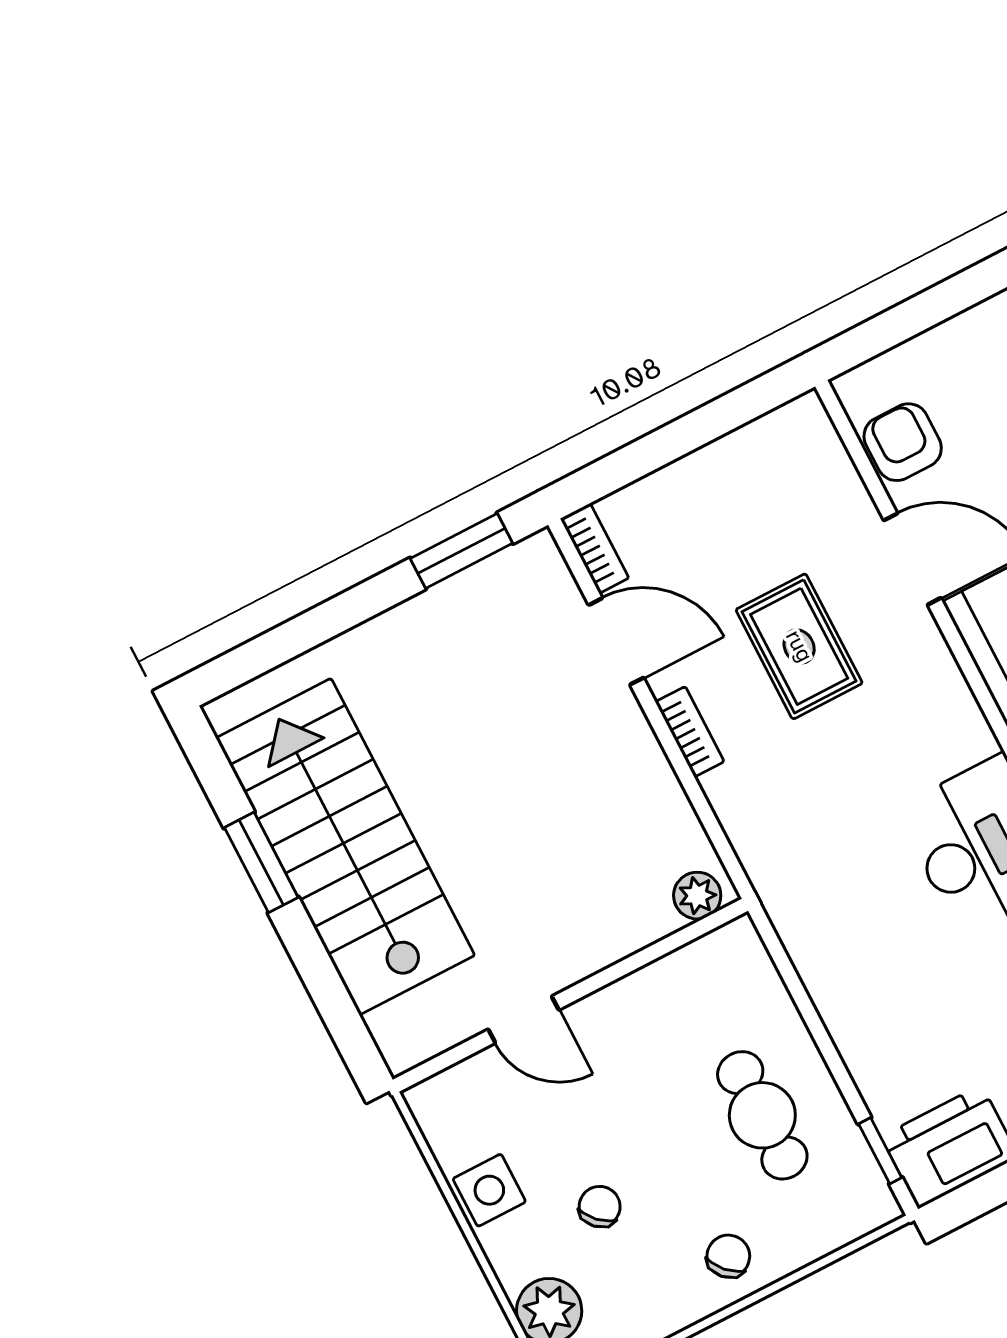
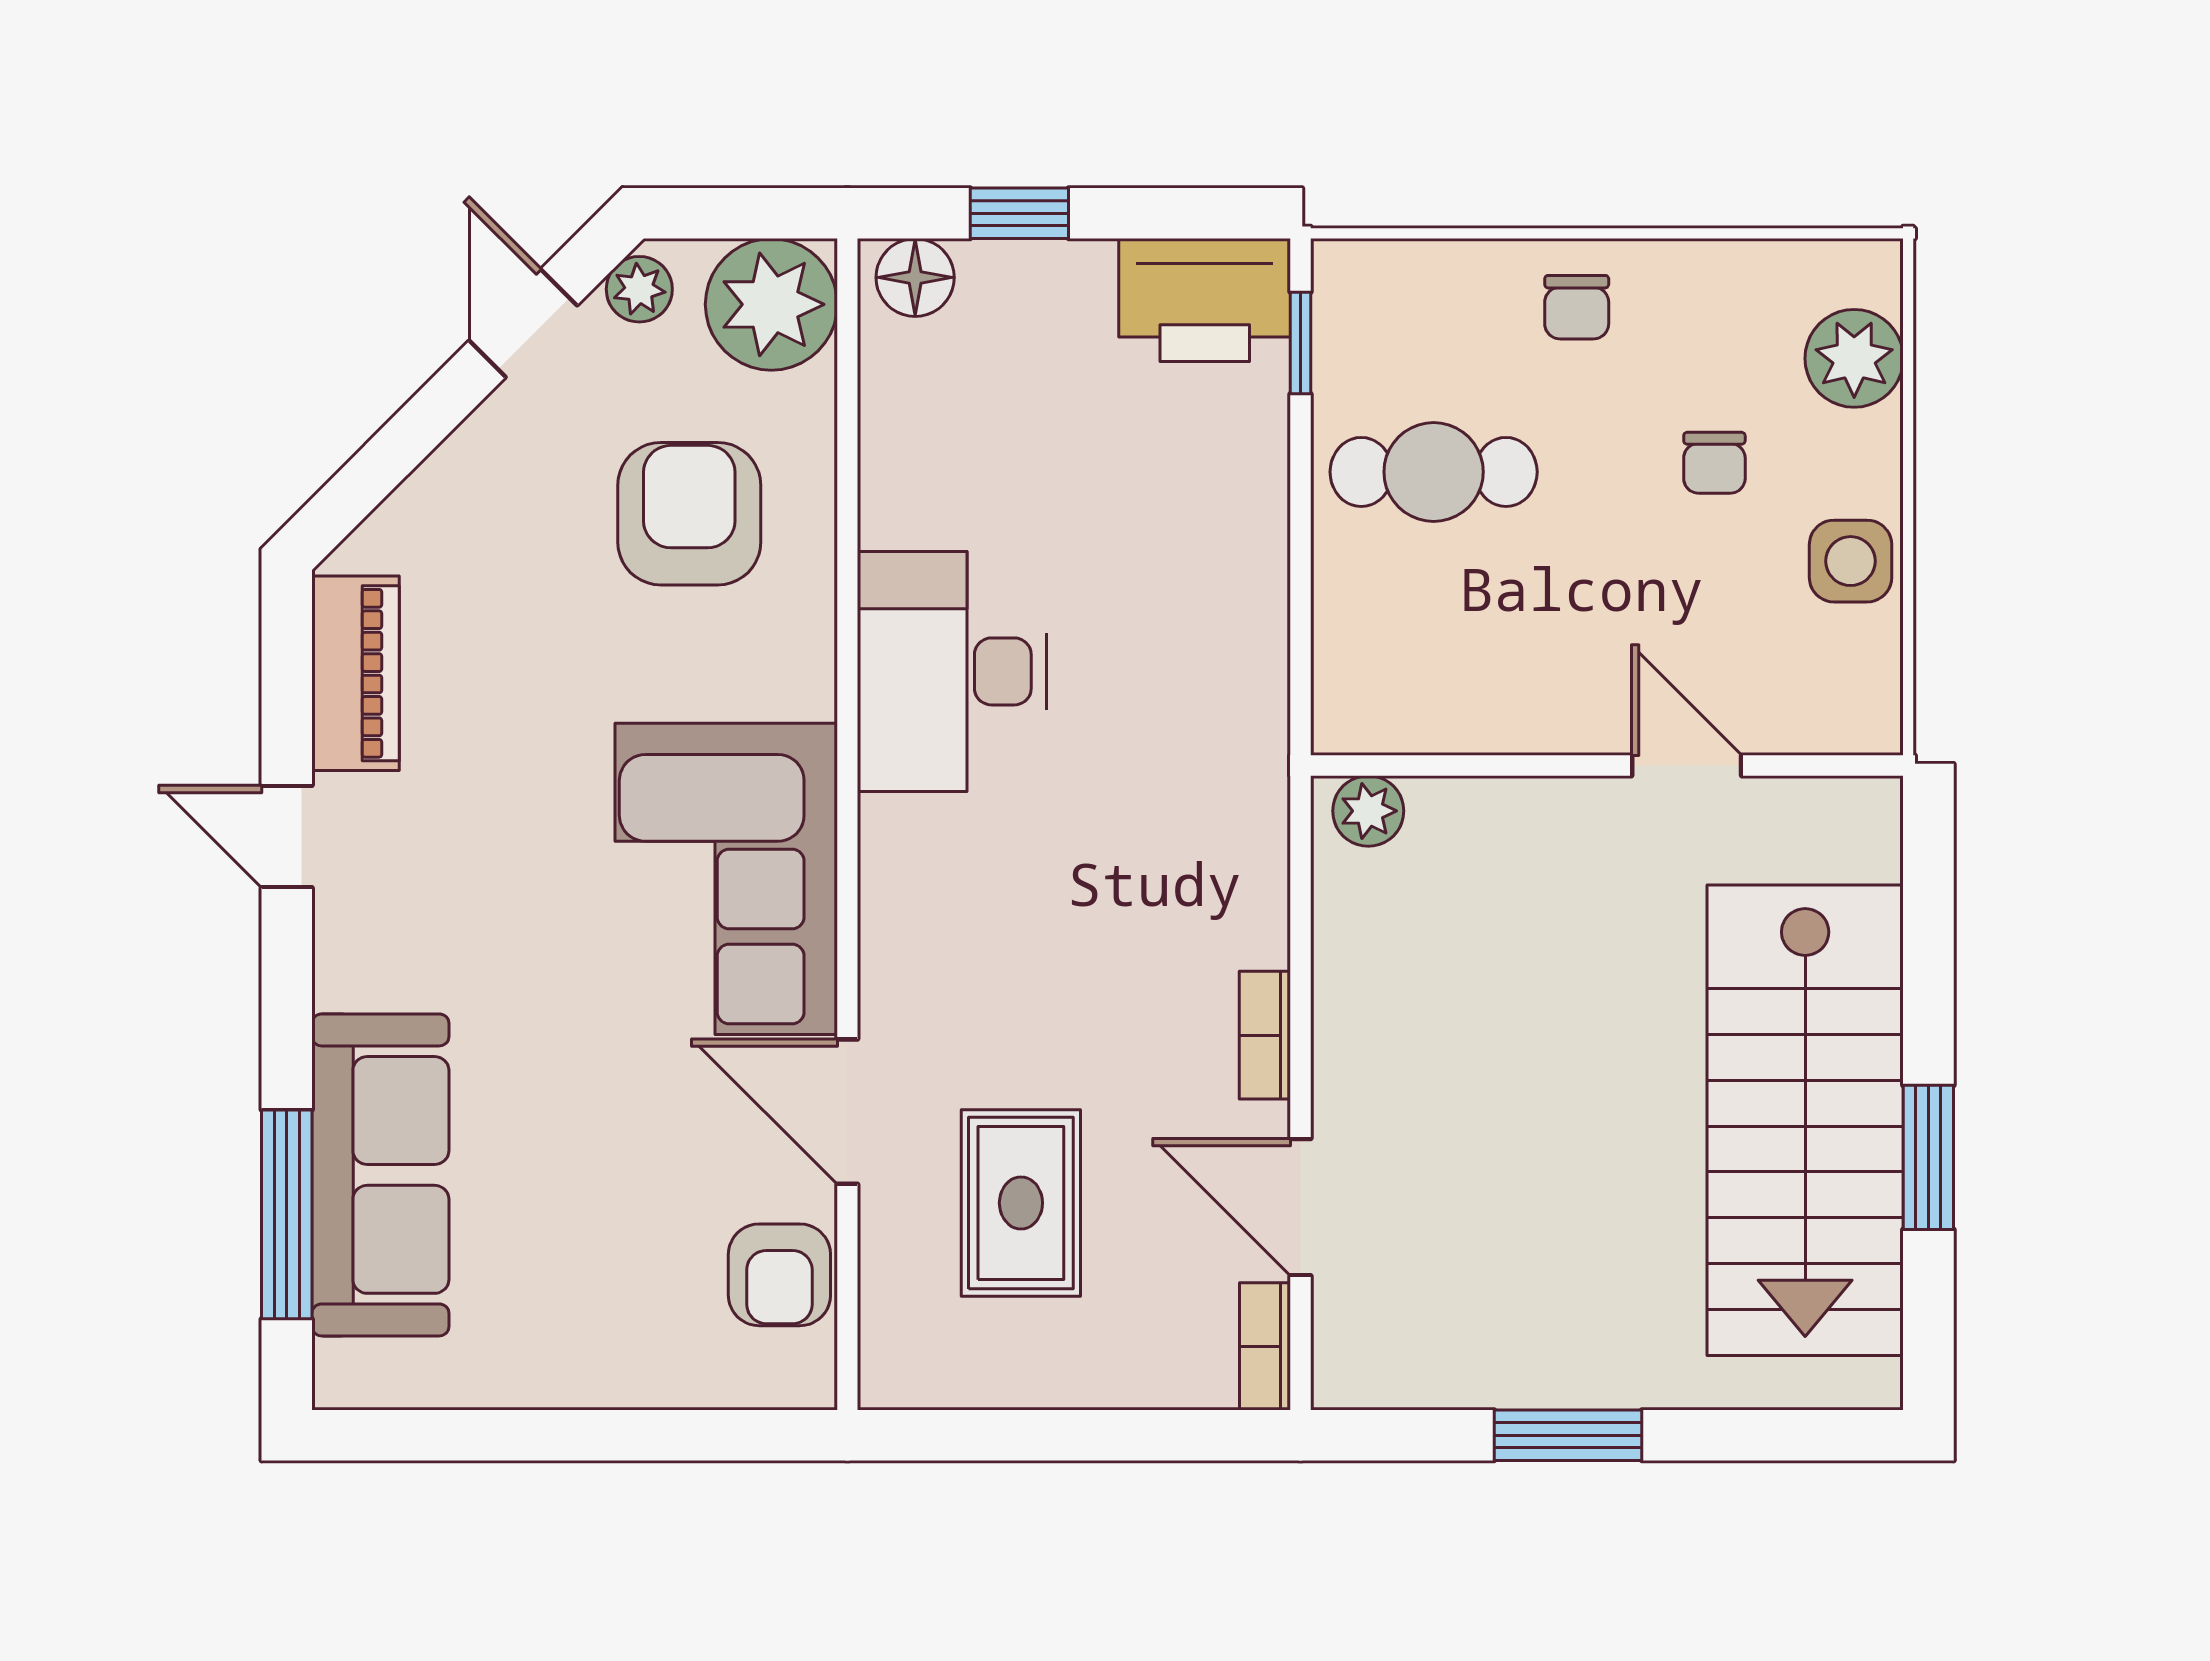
window: (461, 551) -> (1568, 1435), moved
rug: (799, 646) -> (1021, 1203), moved
cafe table: (762, 1115) -> (1434, 472), turned 90
chair: (600, 1207) -> (1714, 463), turned -44
chair: (728, 1256) -> (1577, 307), turned -46

